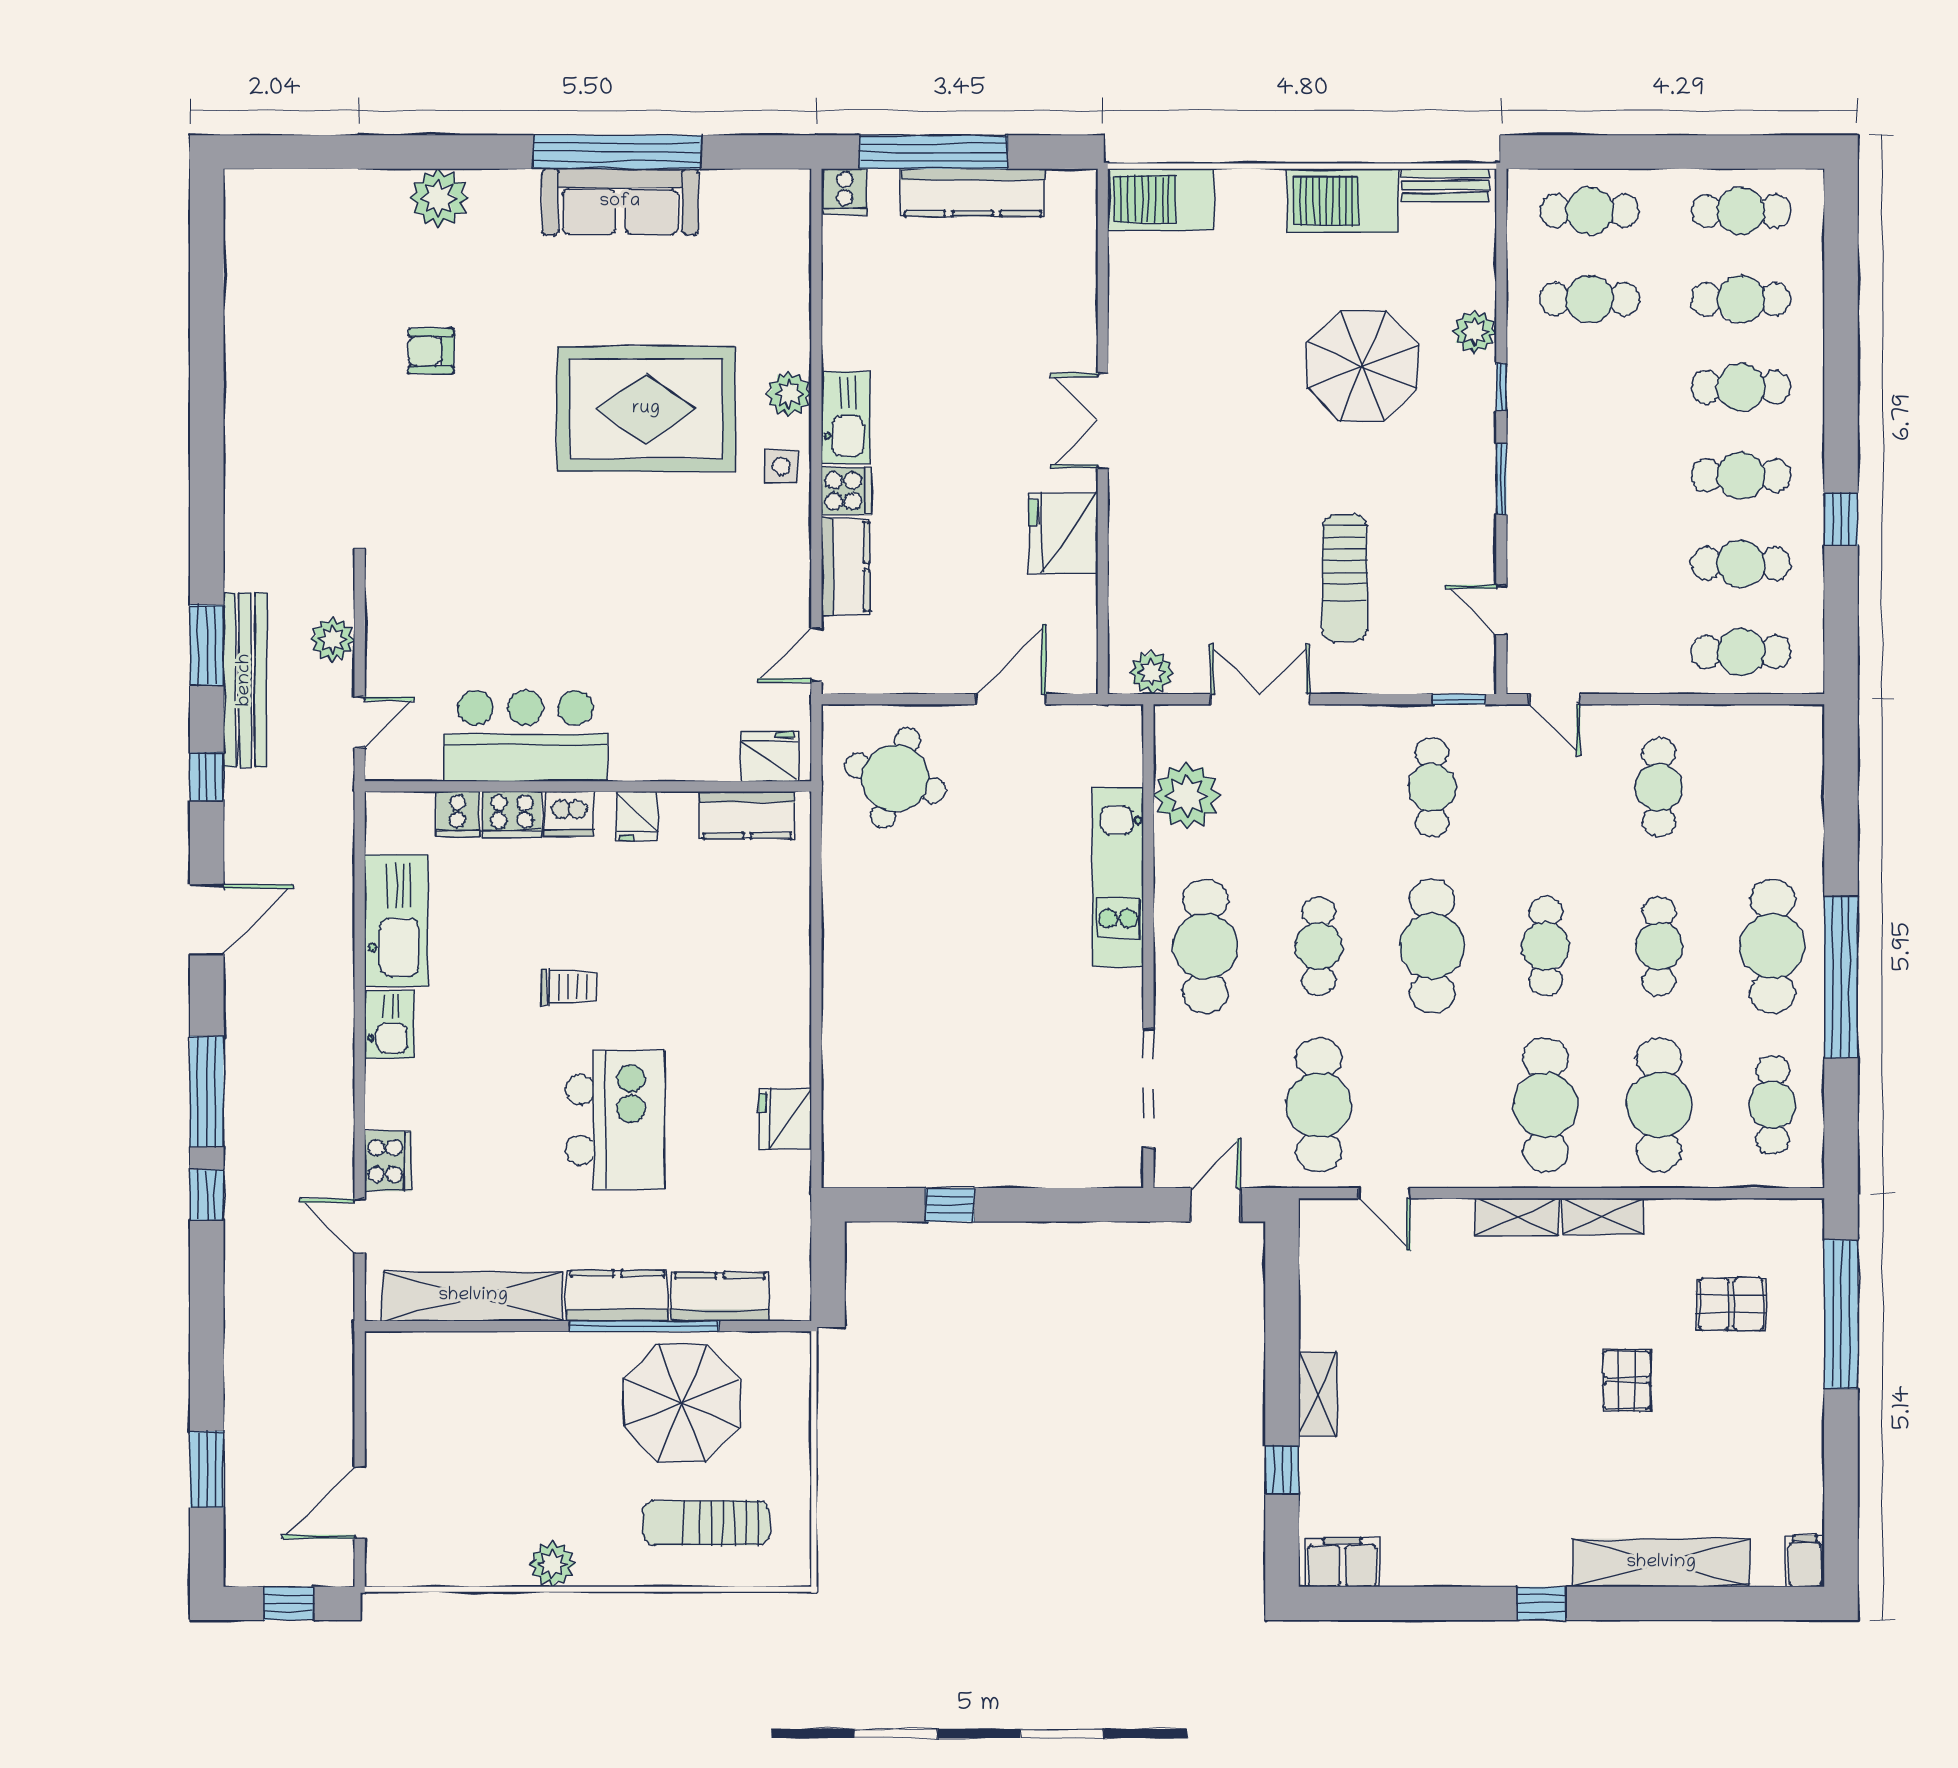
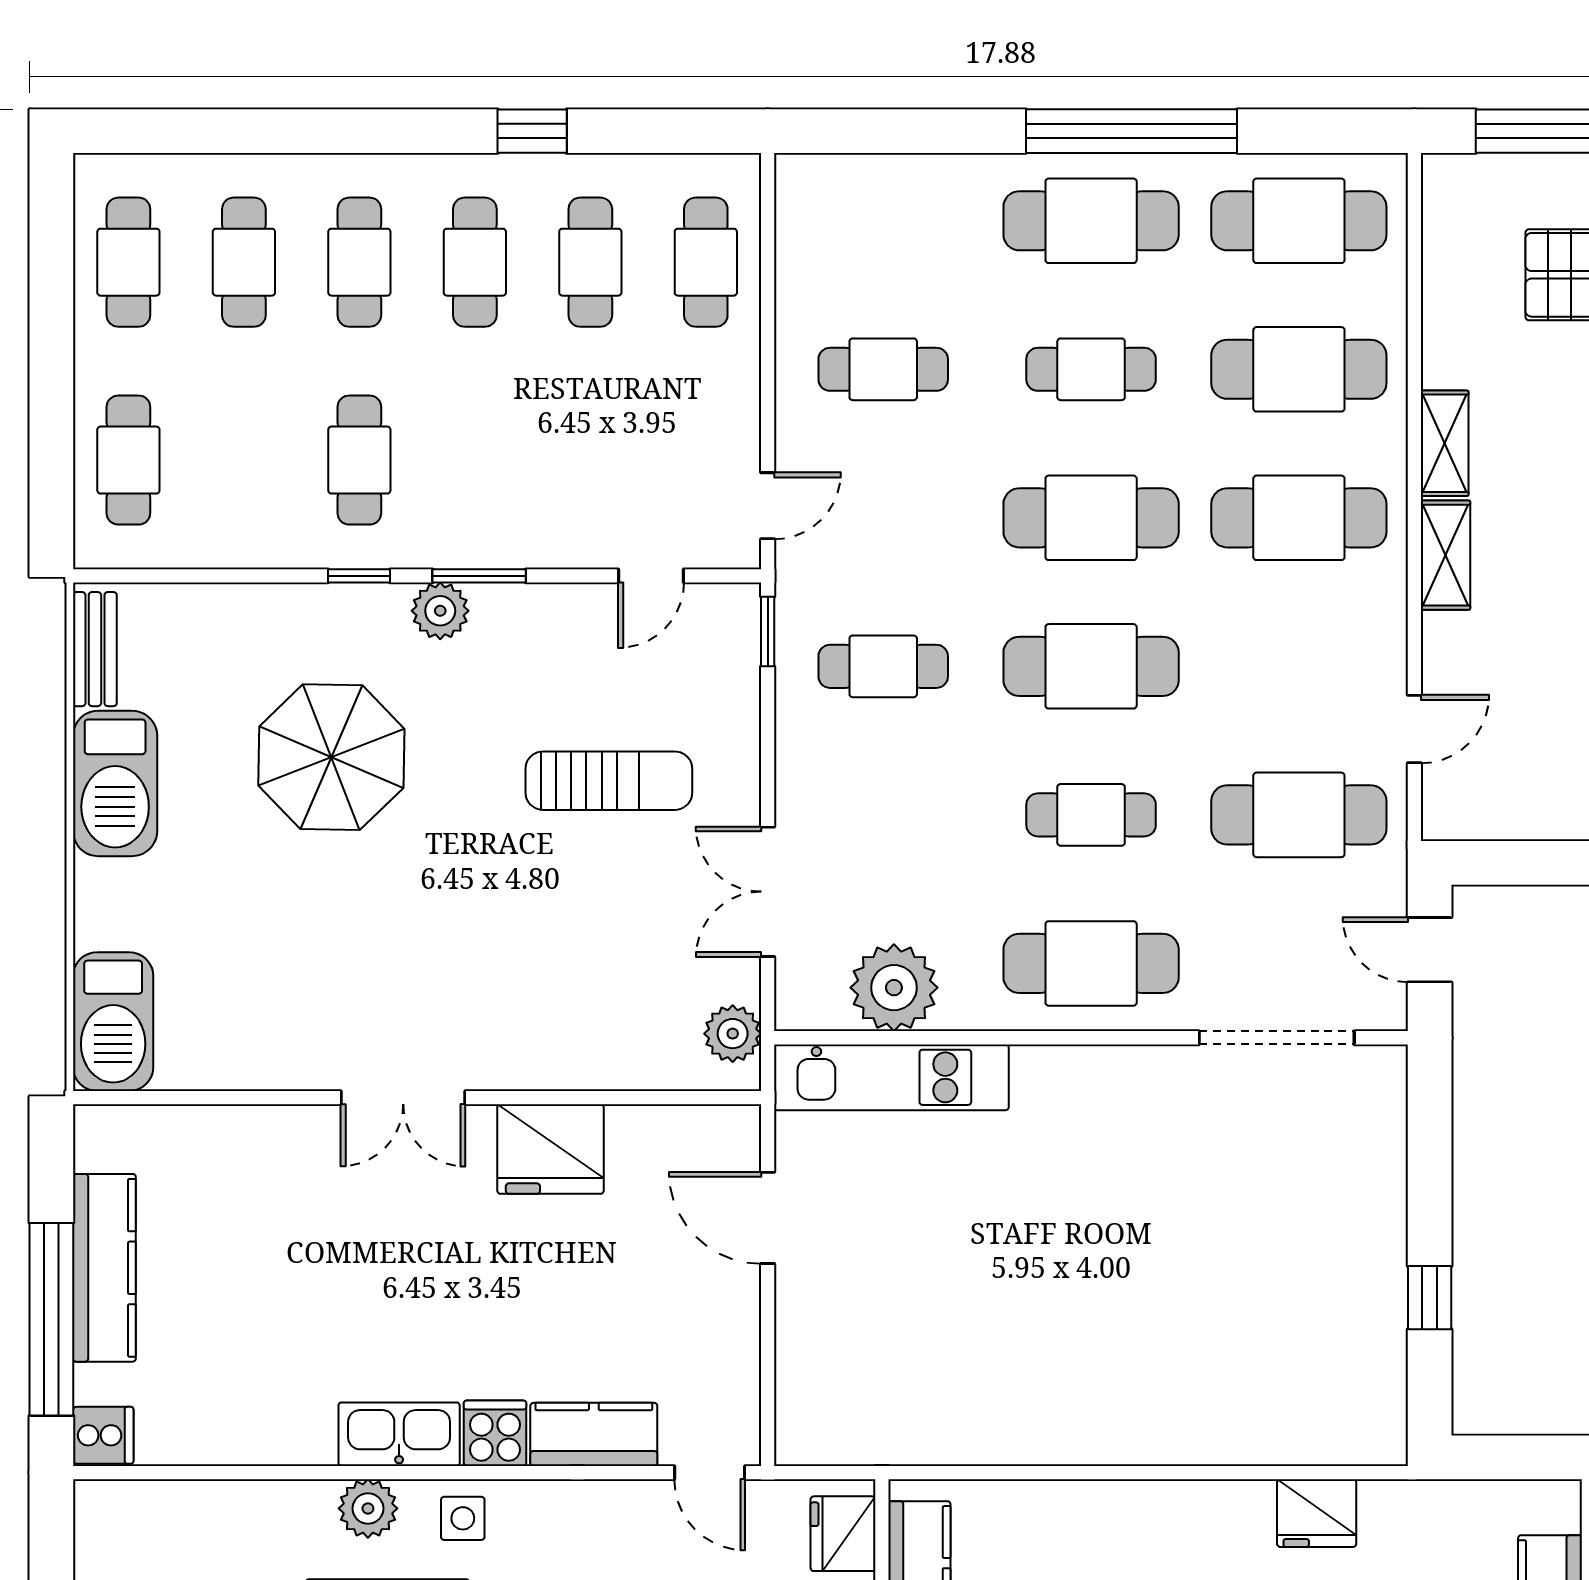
cafe table: (1590, 299) -> (359, 460), moved
plant: (1475, 332) -> (440, 611), moved
round table: (895, 778) -> (871, 1369), removed
kitchen unit: (1118, 877) -> (891, 1077), moved
cafe table: (1546, 946) -> (1091, 518), width x1.37, depth x1.35
cafe table: (1772, 1105) -> (1299, 221), width x1.37, depth x1.35

